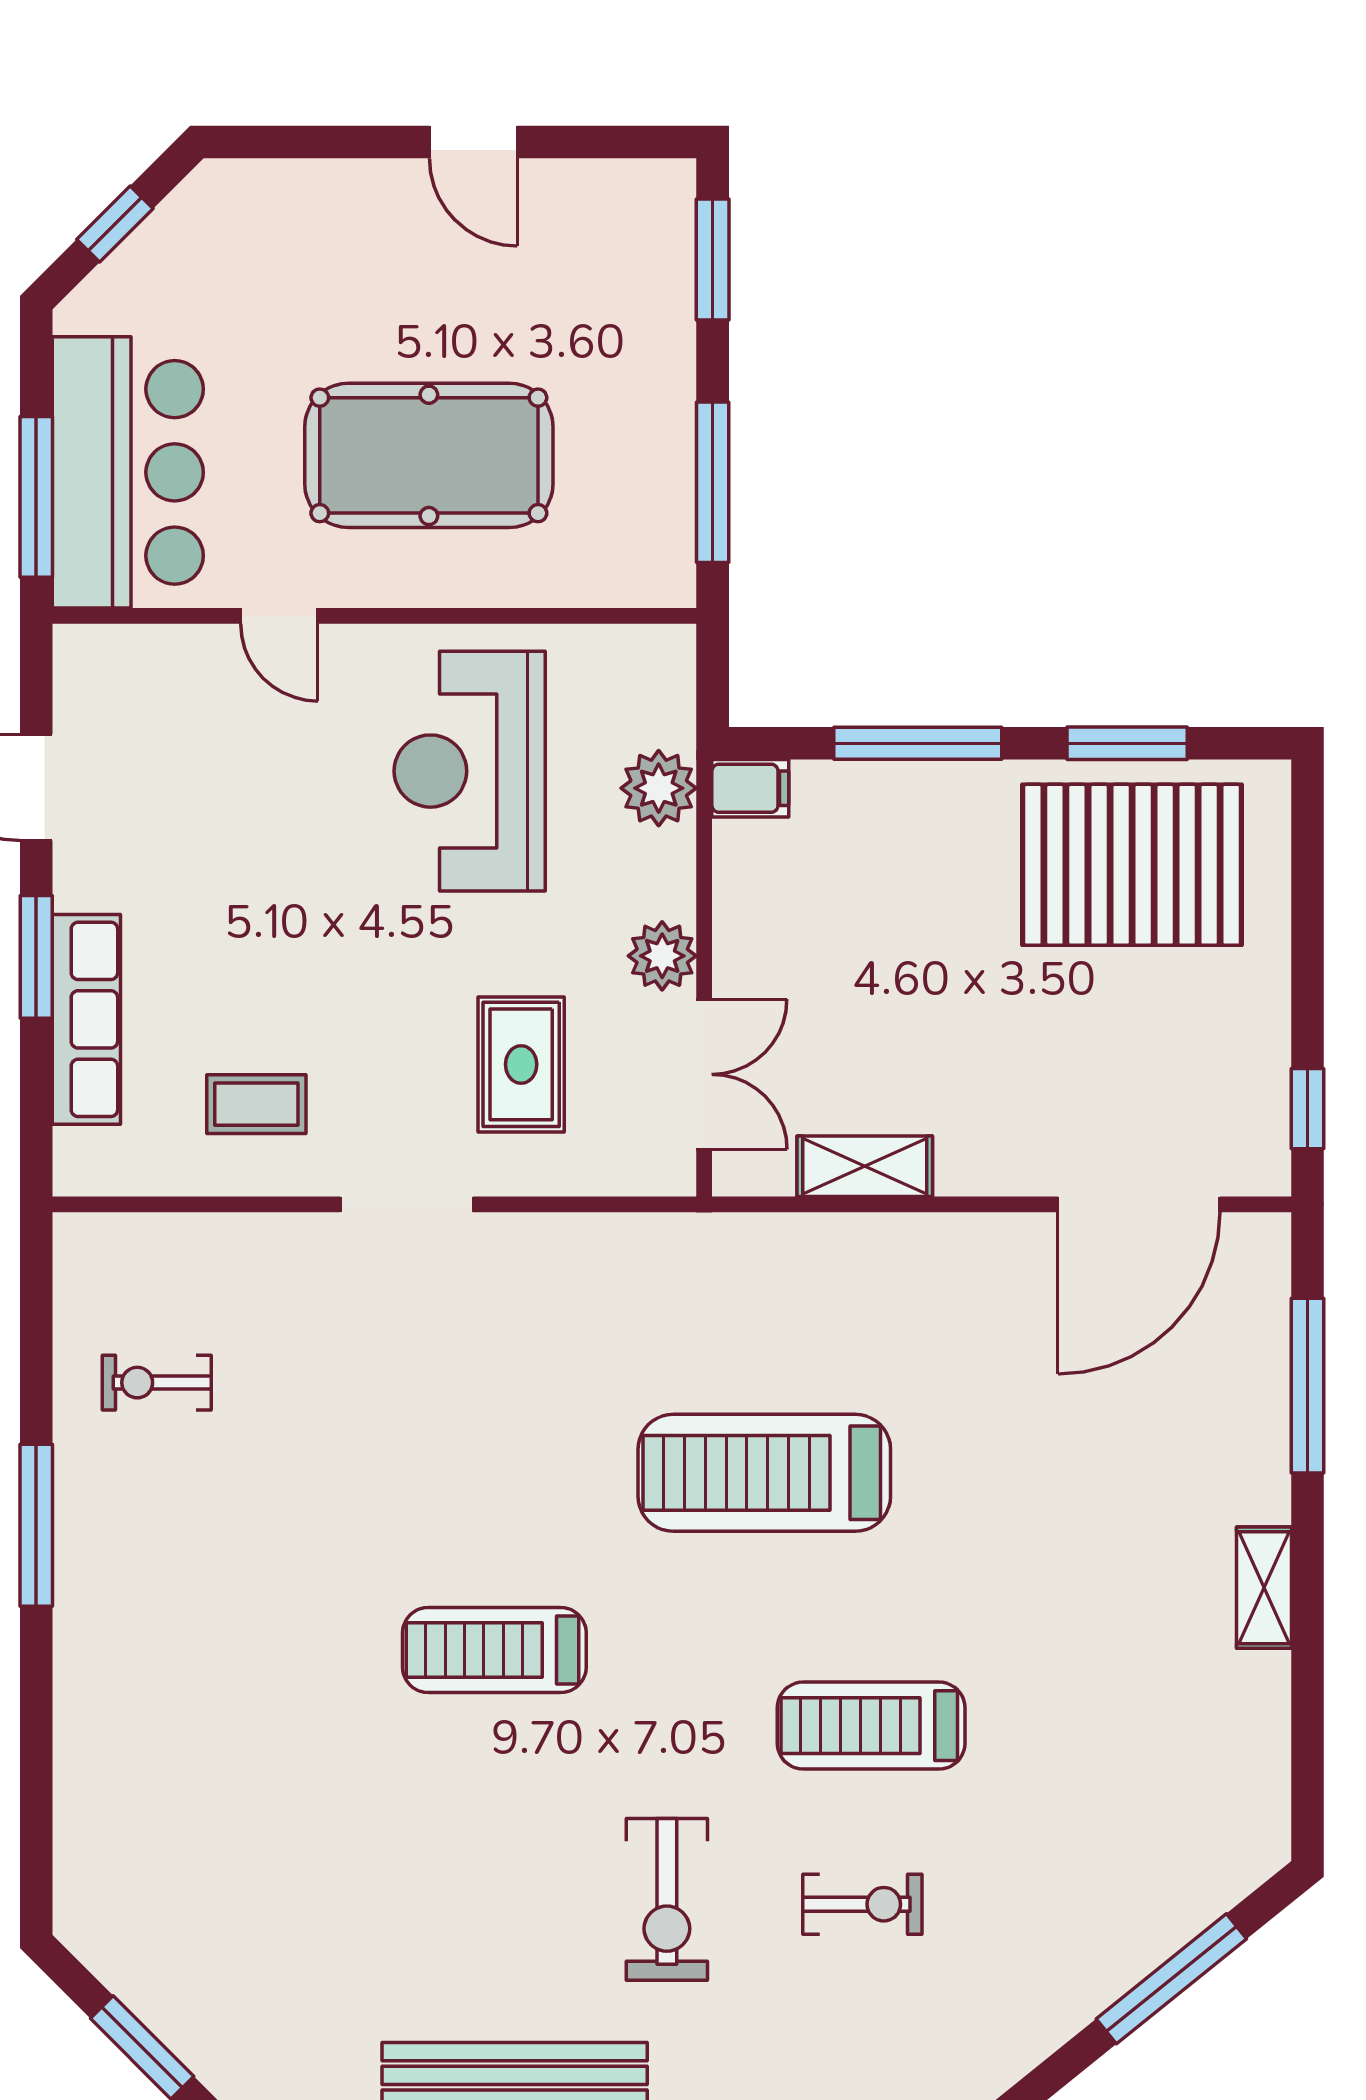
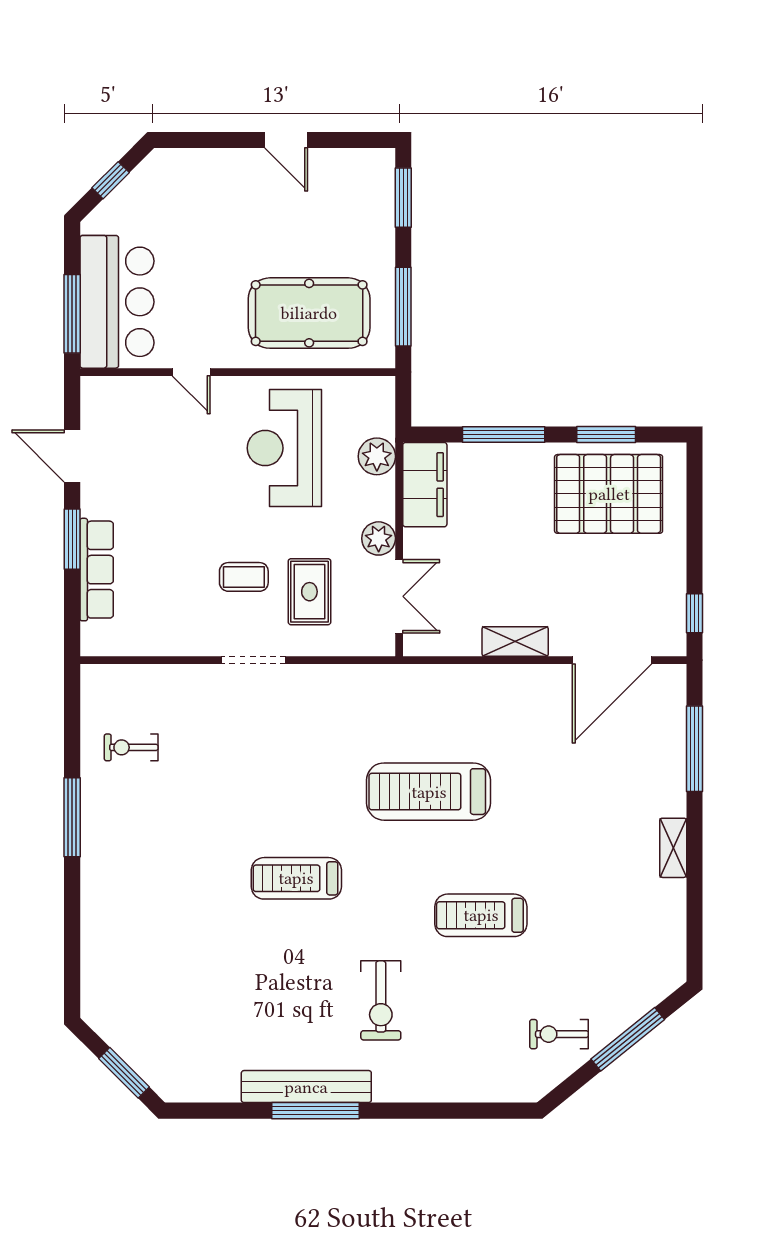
pool table: (429, 455) -> (309, 313), moved
filing cabinet: (750, 788) -> (425, 485), width x3.00, depth x1.17
coffee table: (256, 1104) -> (244, 577), moved
shelving: (865, 1166) -> (515, 641), moved
exercise bike: (862, 1904) -> (559, 1034), moved, turned 180

